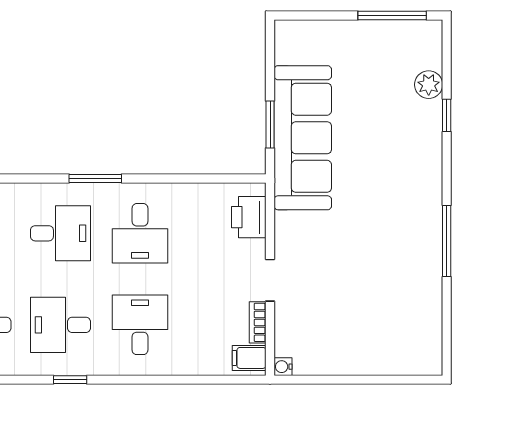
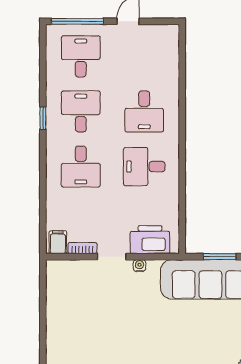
window: (95, 179) -> (182, 136), removed
printer: (249, 217) -> (150, 240), width x1.37, depth x1.19
desk: (140, 325) -> (81, 167), turned 90
water cooler: (283, 367) -> (140, 266), moved

